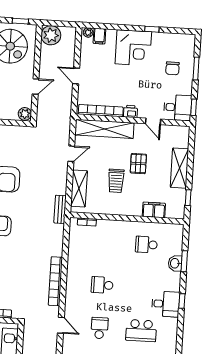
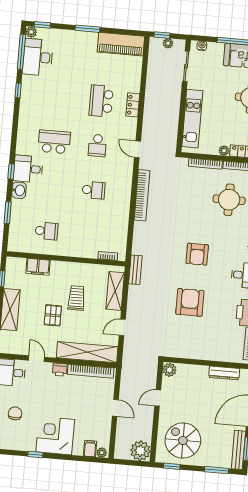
washbasin: (175, 263) -> (19, 190), moved

